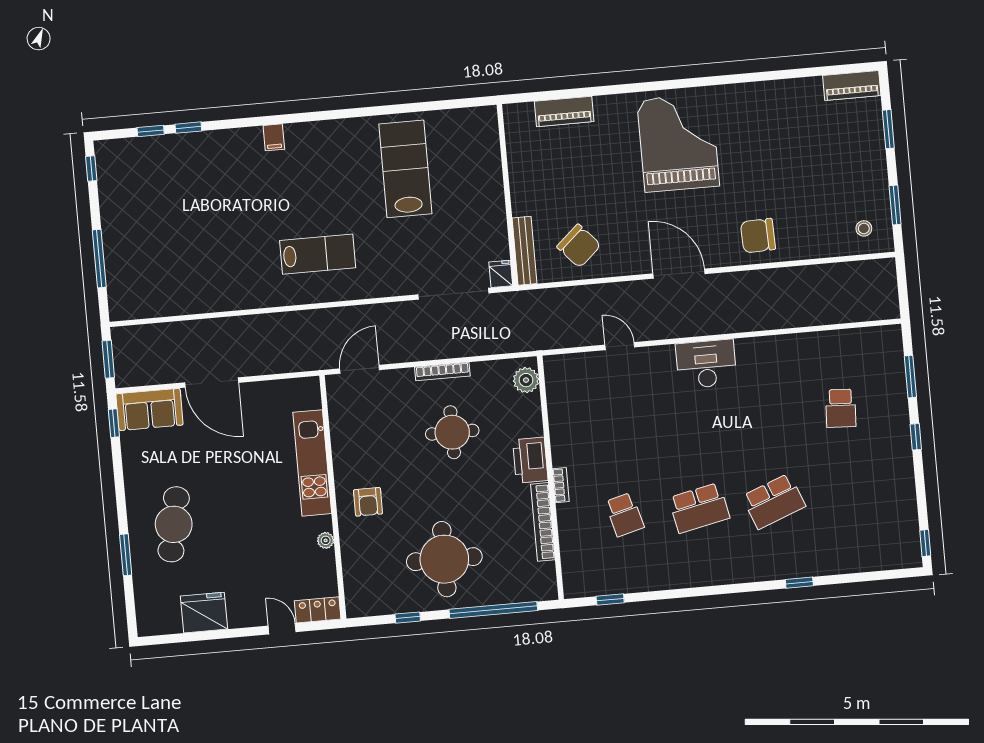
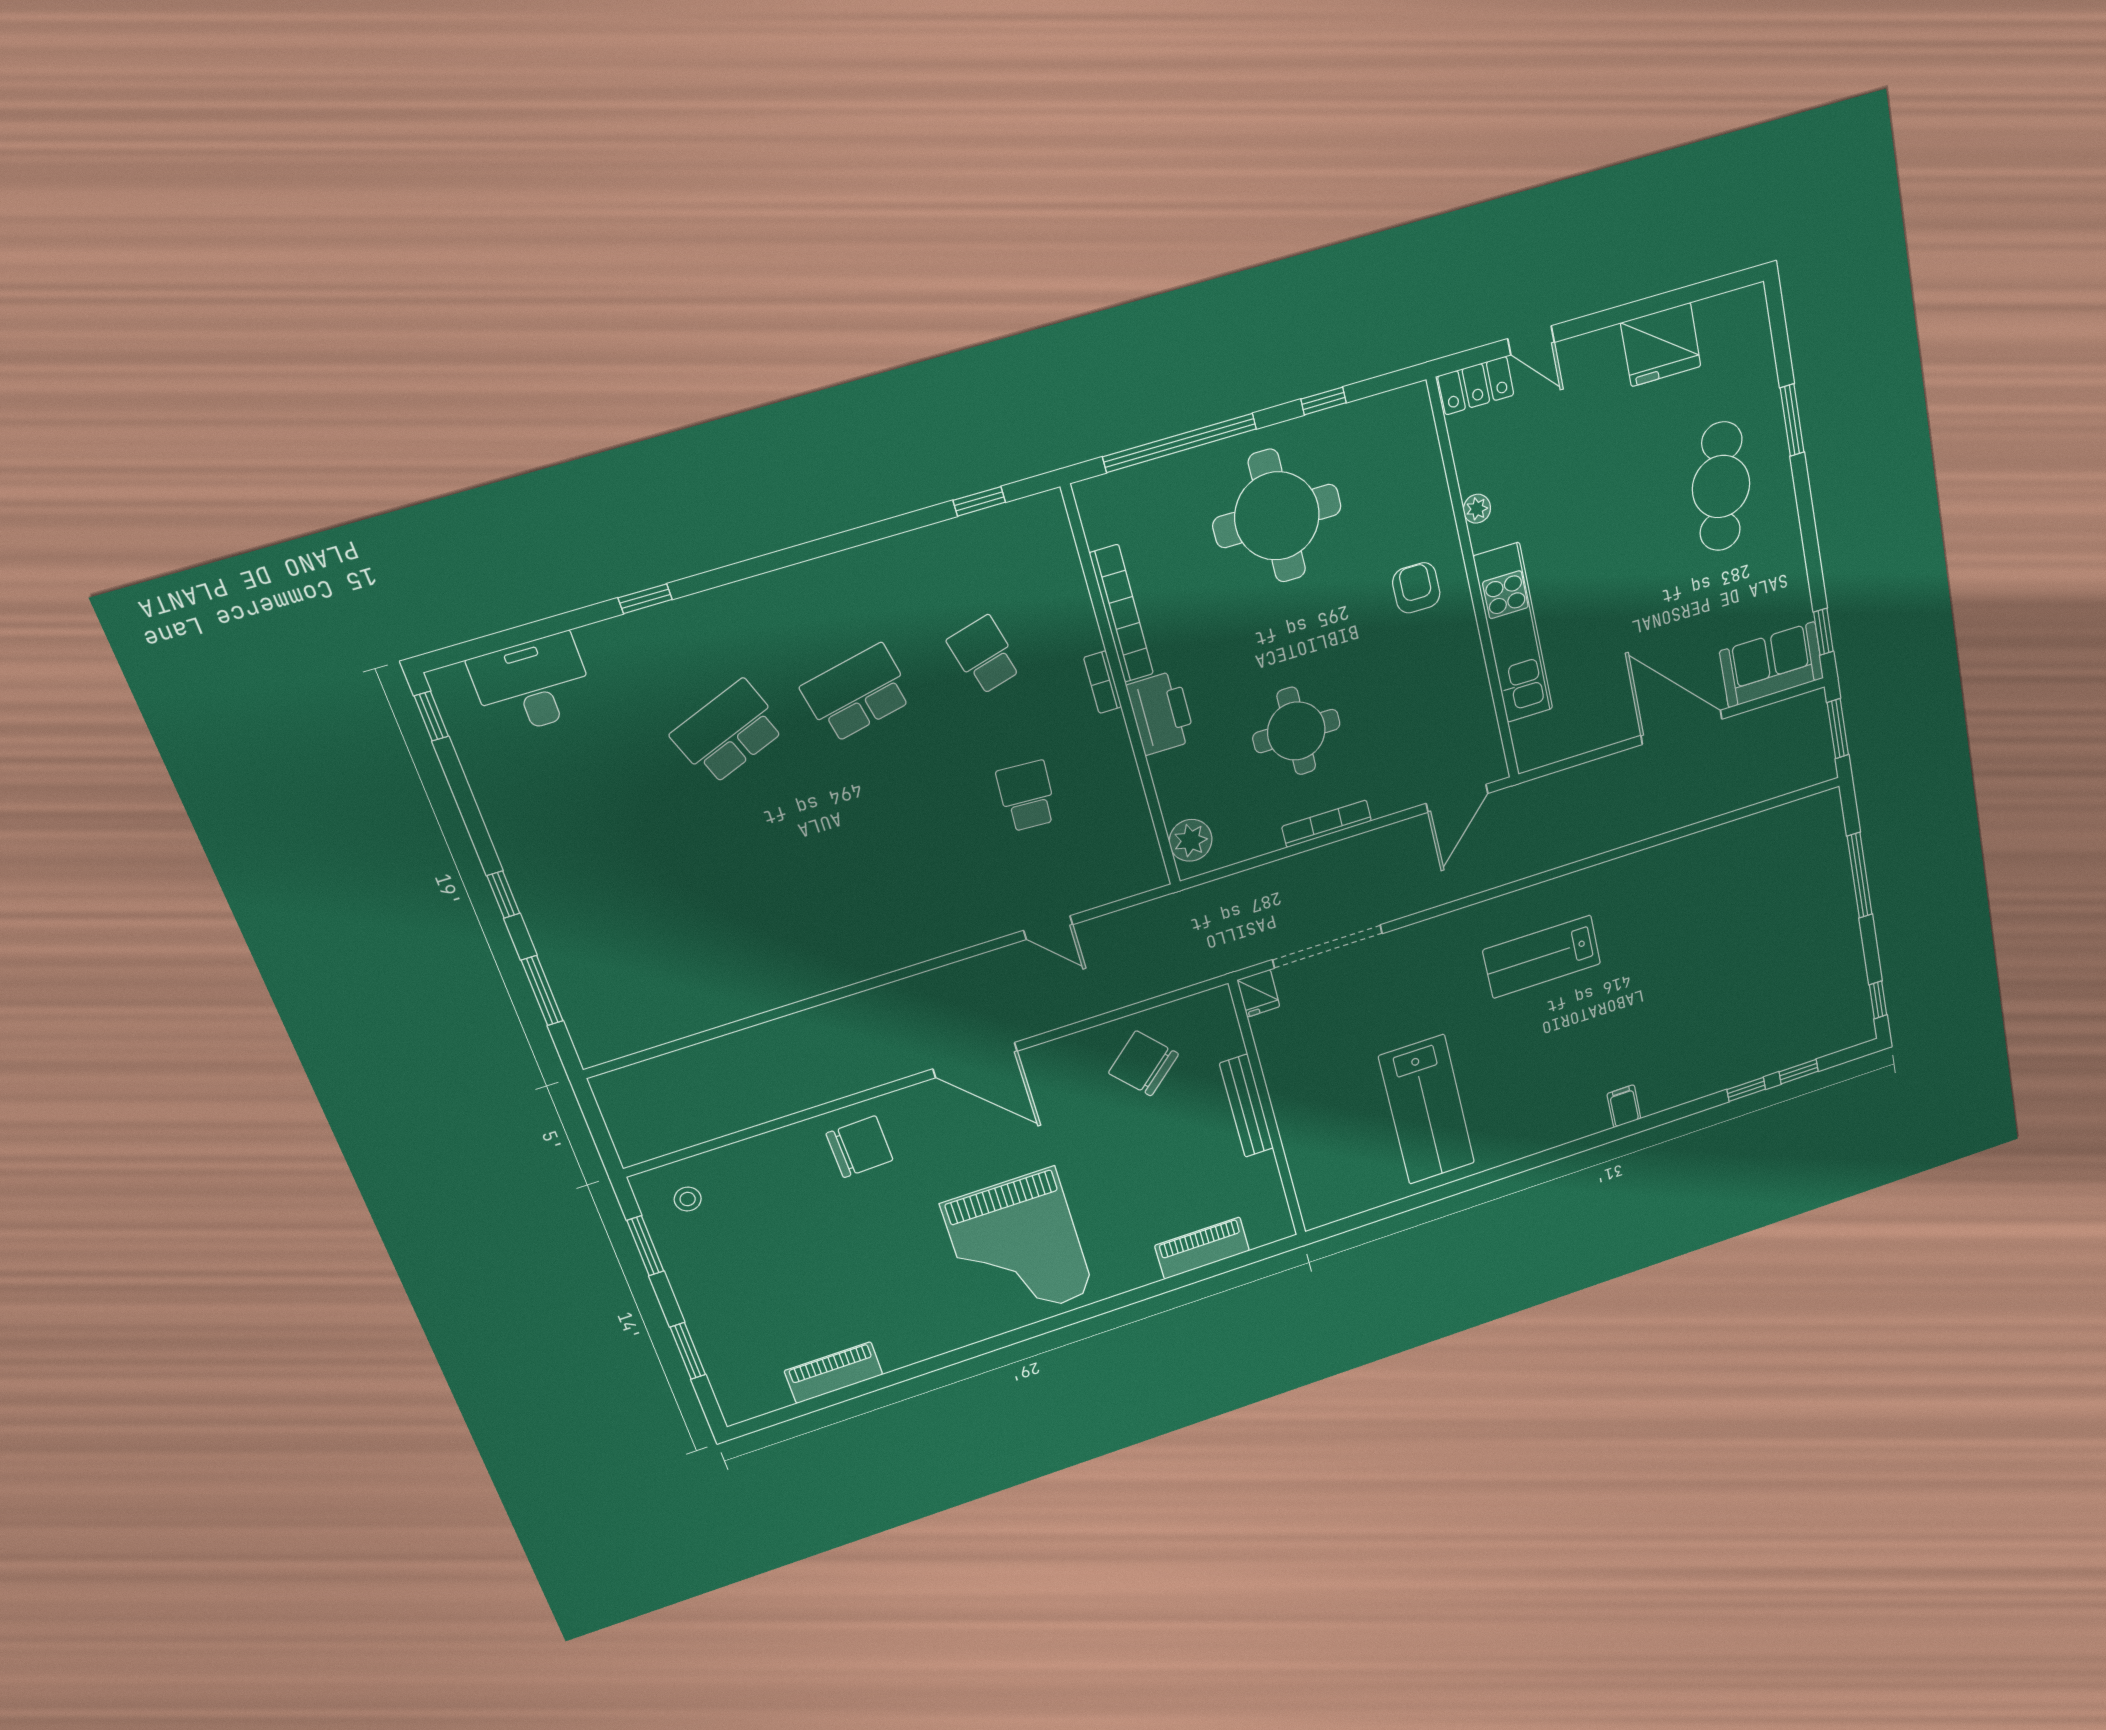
piano: (852, 85) -> (834, 1373), moved
bench: (524, 251) -> (1246, 1106), moved
desk: (706, 364) -> (532, 685), moved, turned 180
school desk: (841, 408) -> (1027, 796), moved

